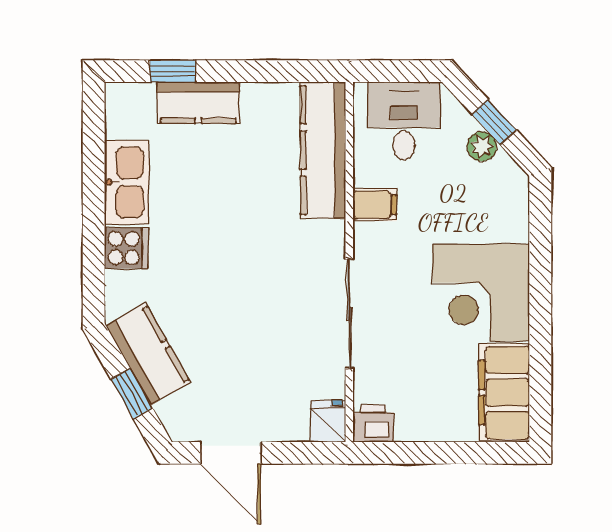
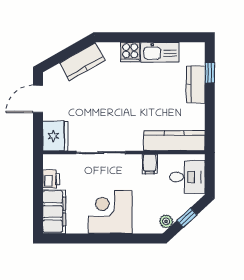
plant: (482, 146) -> (166, 221), moved
filing cabinet: (504, 393) -> (54, 212), moved, turned 90
window: (132, 394) -> (65, 54), removed
fridge: (328, 421) -> (55, 136), width x1.88, depth x1.34
printer: (373, 424) -> (51, 179), moved

